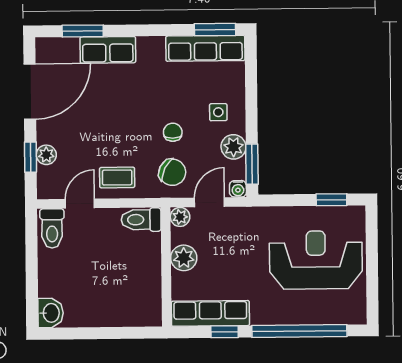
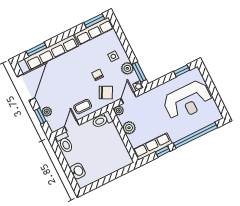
row of seats: (108, 50) -> (51, 52), width x2.02
reception desk: (316, 260) -> (188, 101), turned 180
washbasin: (51, 313) -> (78, 171), moved

